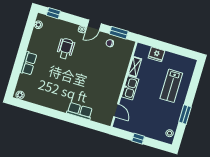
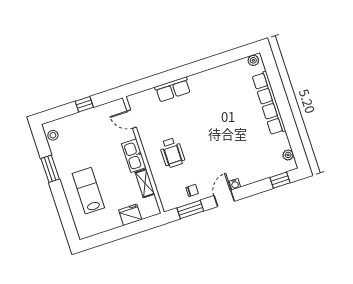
wheelchair: (66, 49) -> (172, 153), moved
row of seats: (28, 63) -> (269, 103), width x2.02

